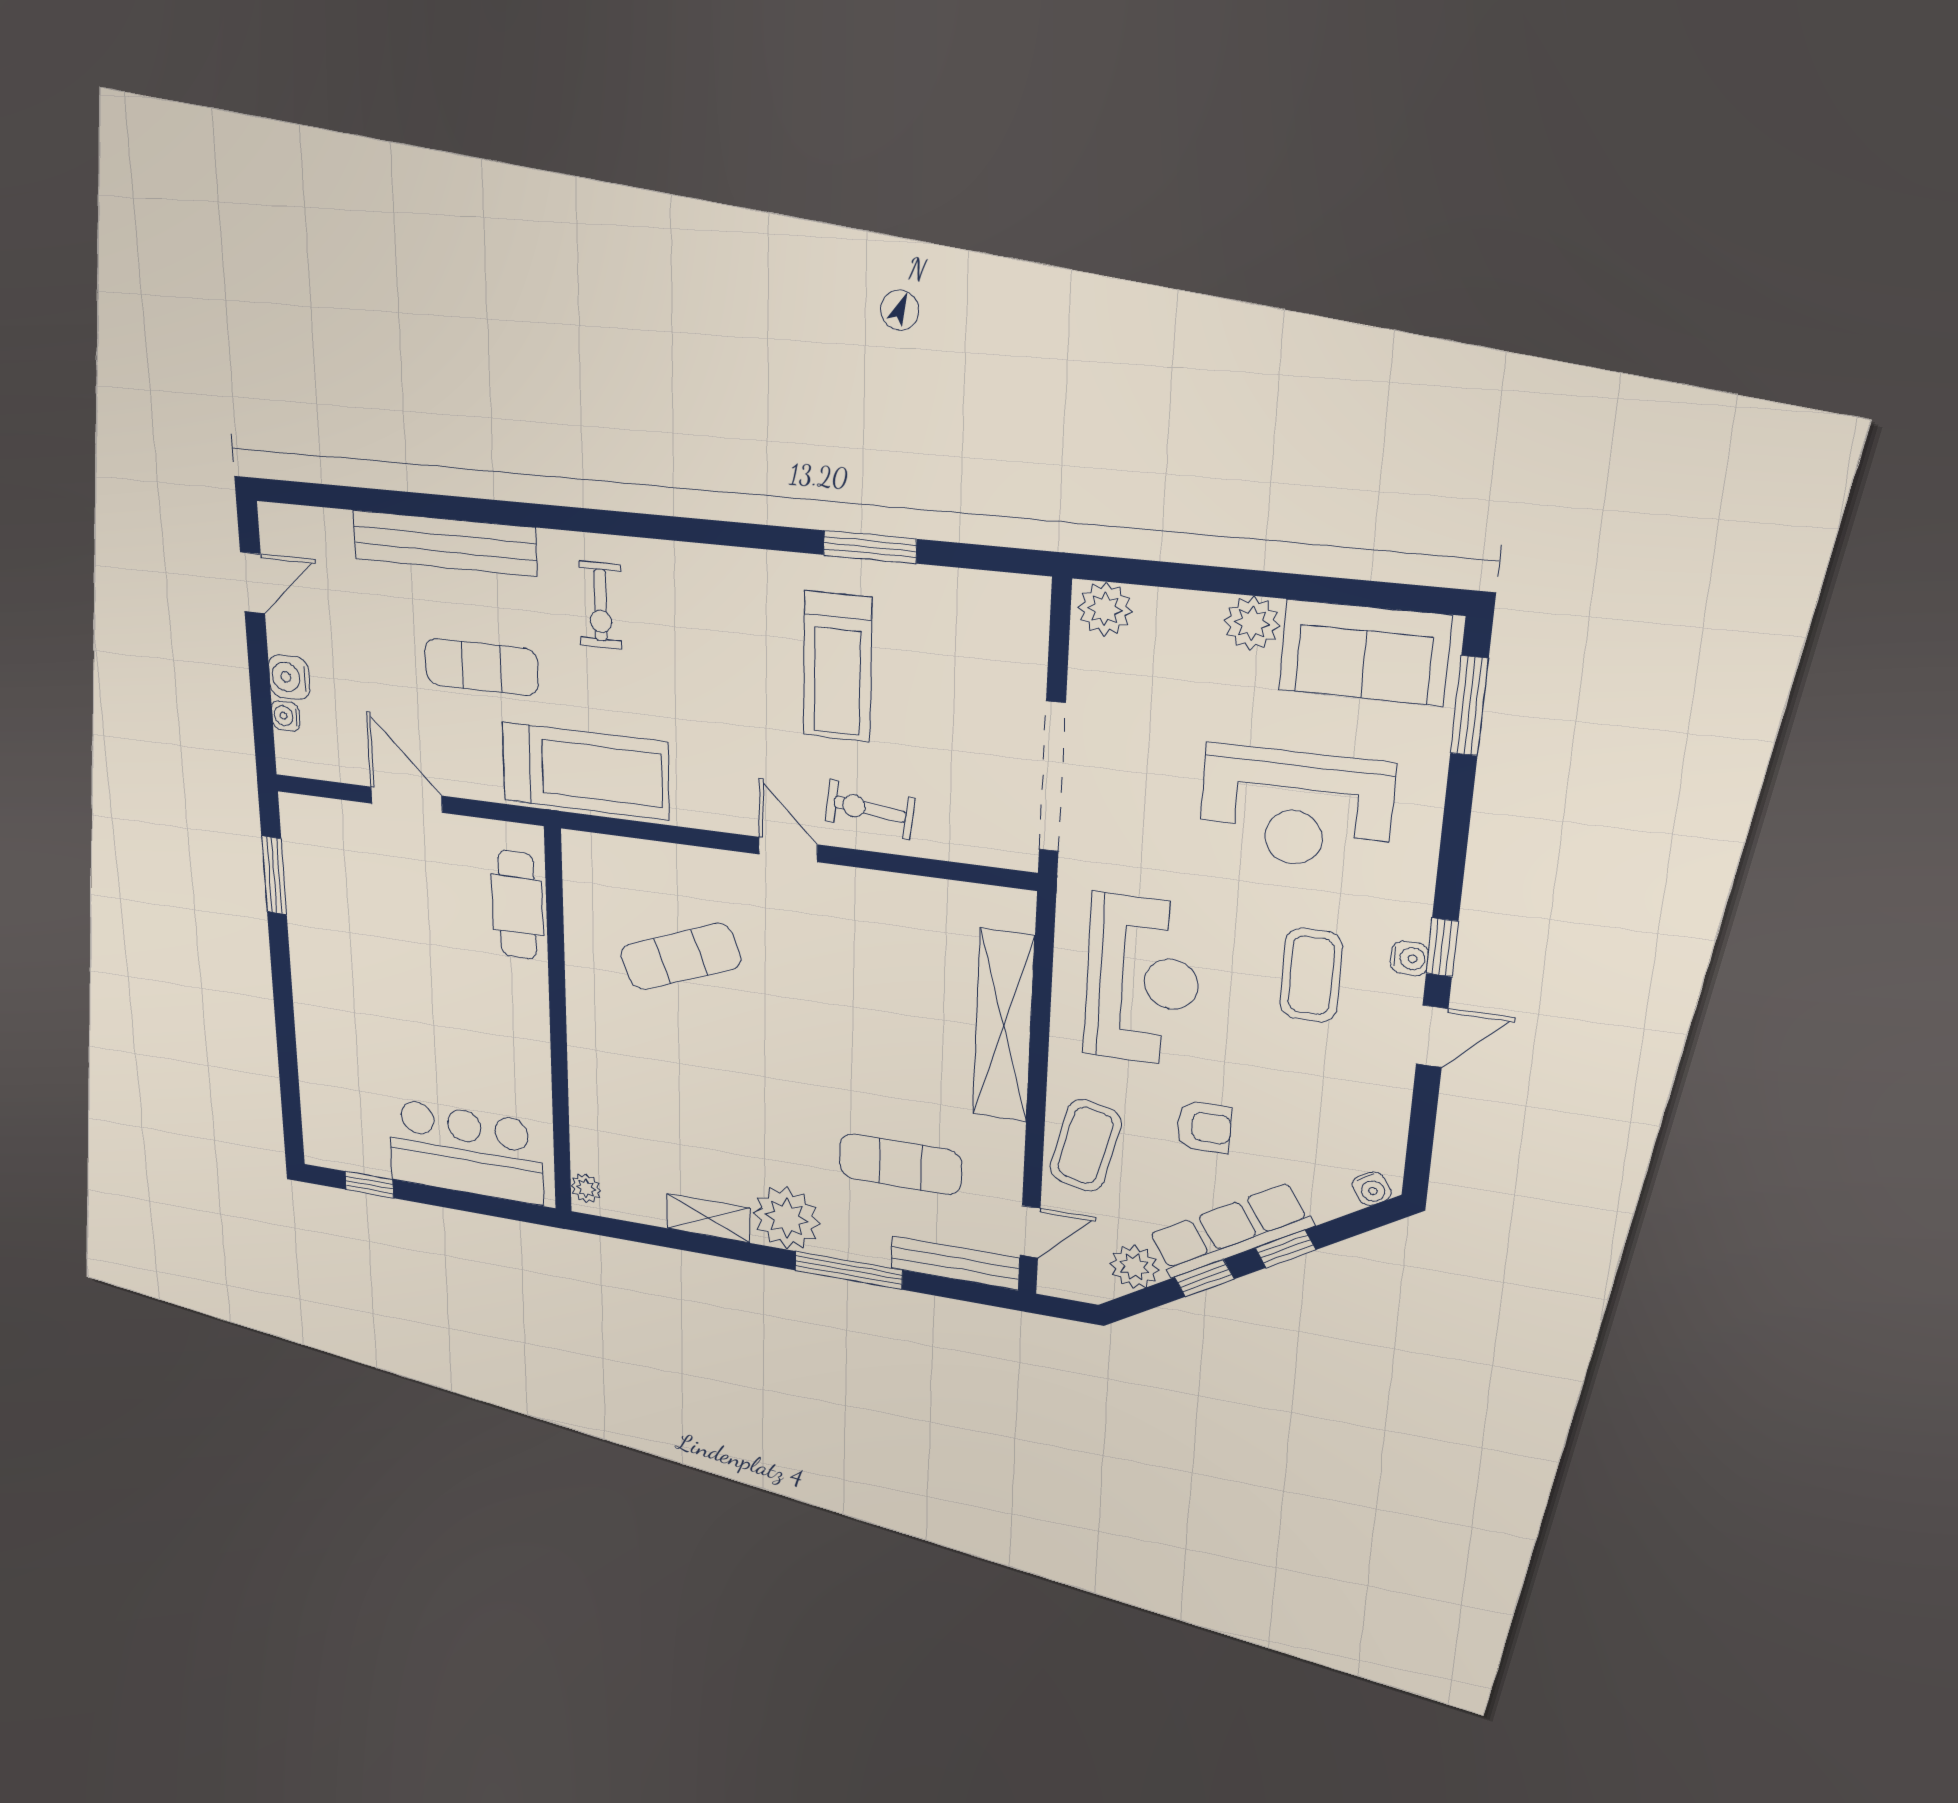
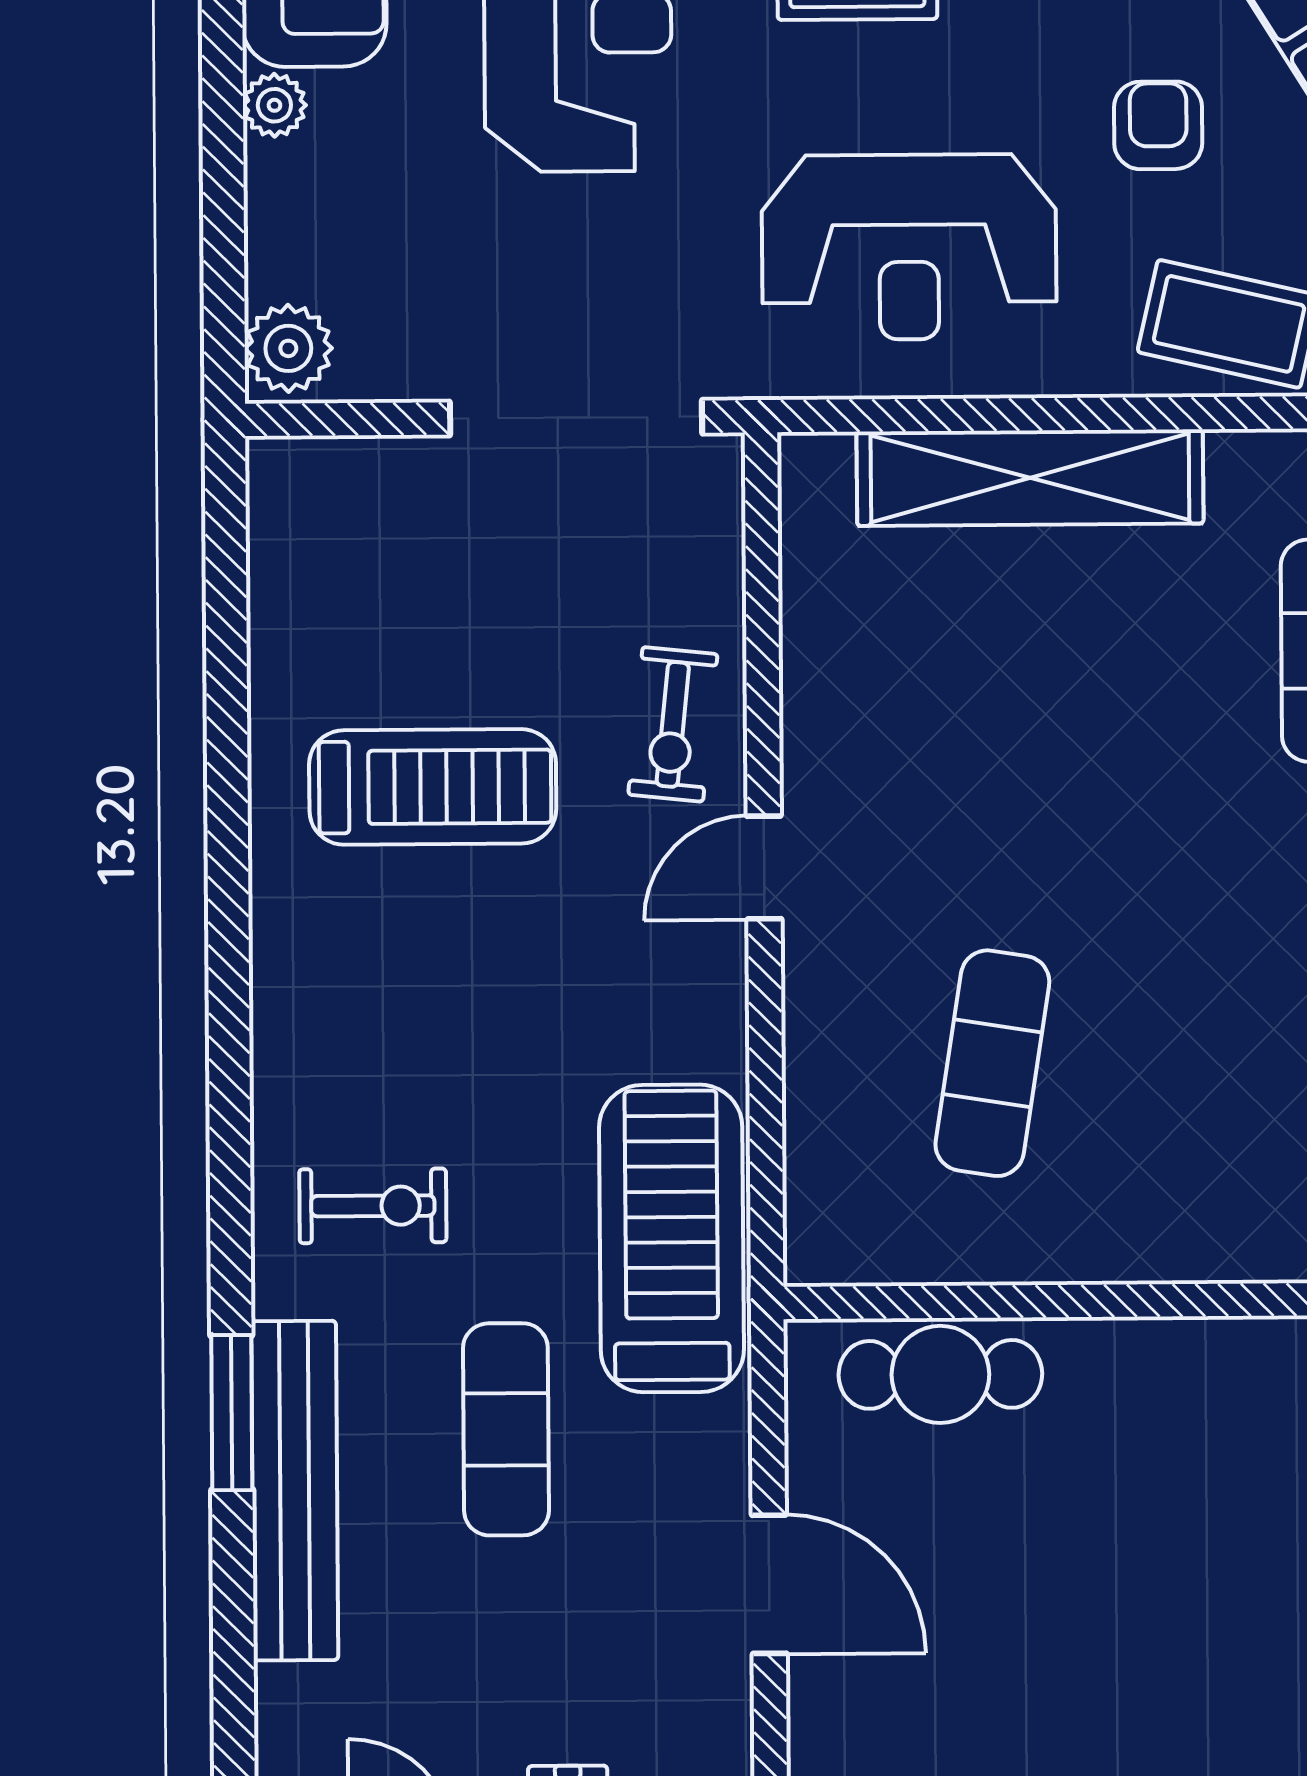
window: (870, 547) -> (232, 1413), moved
plant: (1252, 623) -> (274, 105), width x0.73, depth x0.73
door: (407, 800) -> (769, 1584), swing flipped
exercise mat: (681, 957) -> (992, 1063), turned 30
reception desk: (1142, 980) -> (909, 247), turned 180

